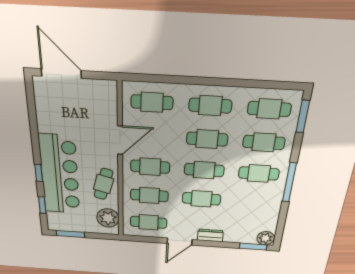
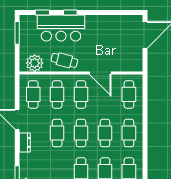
bar counter: (60, 175) -> (61, 28), width x0.73

